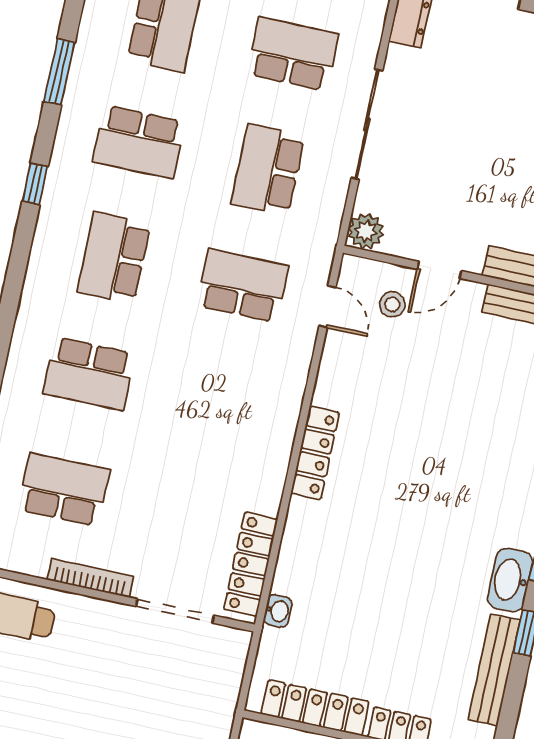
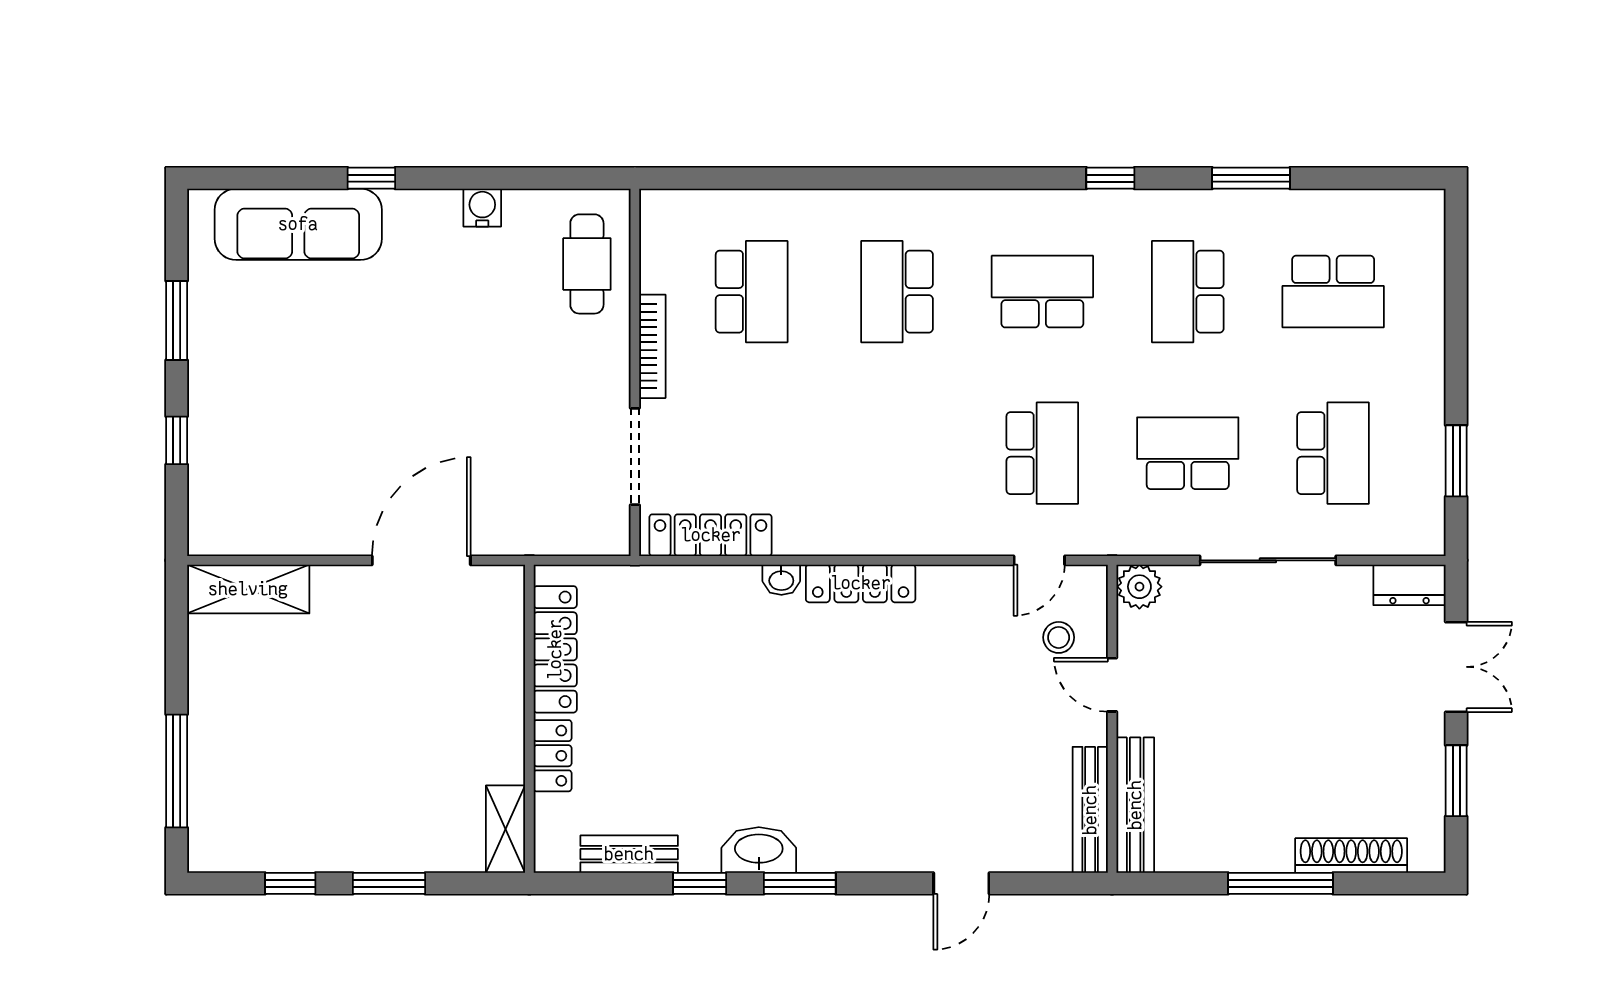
washbasin: (278, 611) -> (781, 580), moved
bench: (494, 670) -> (629, 854), width x0.73

